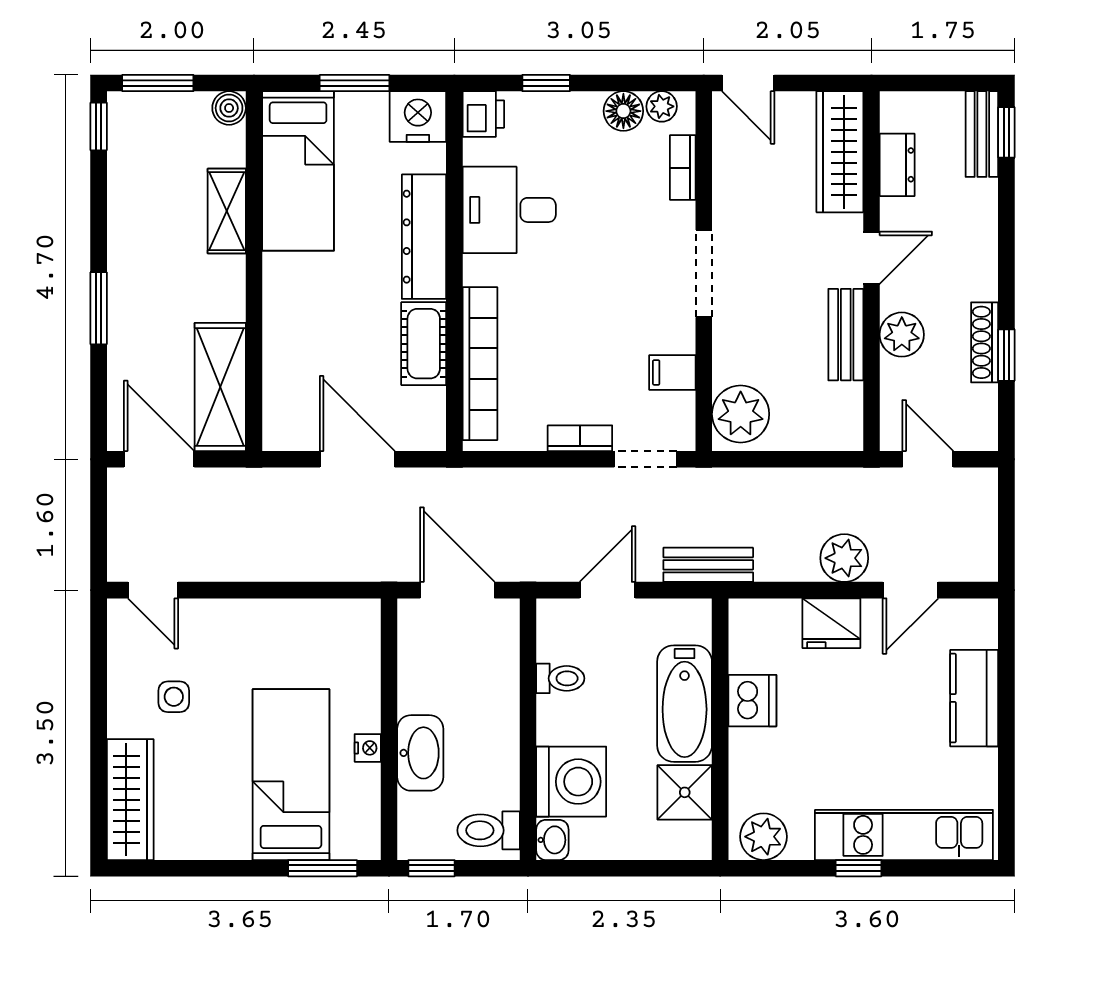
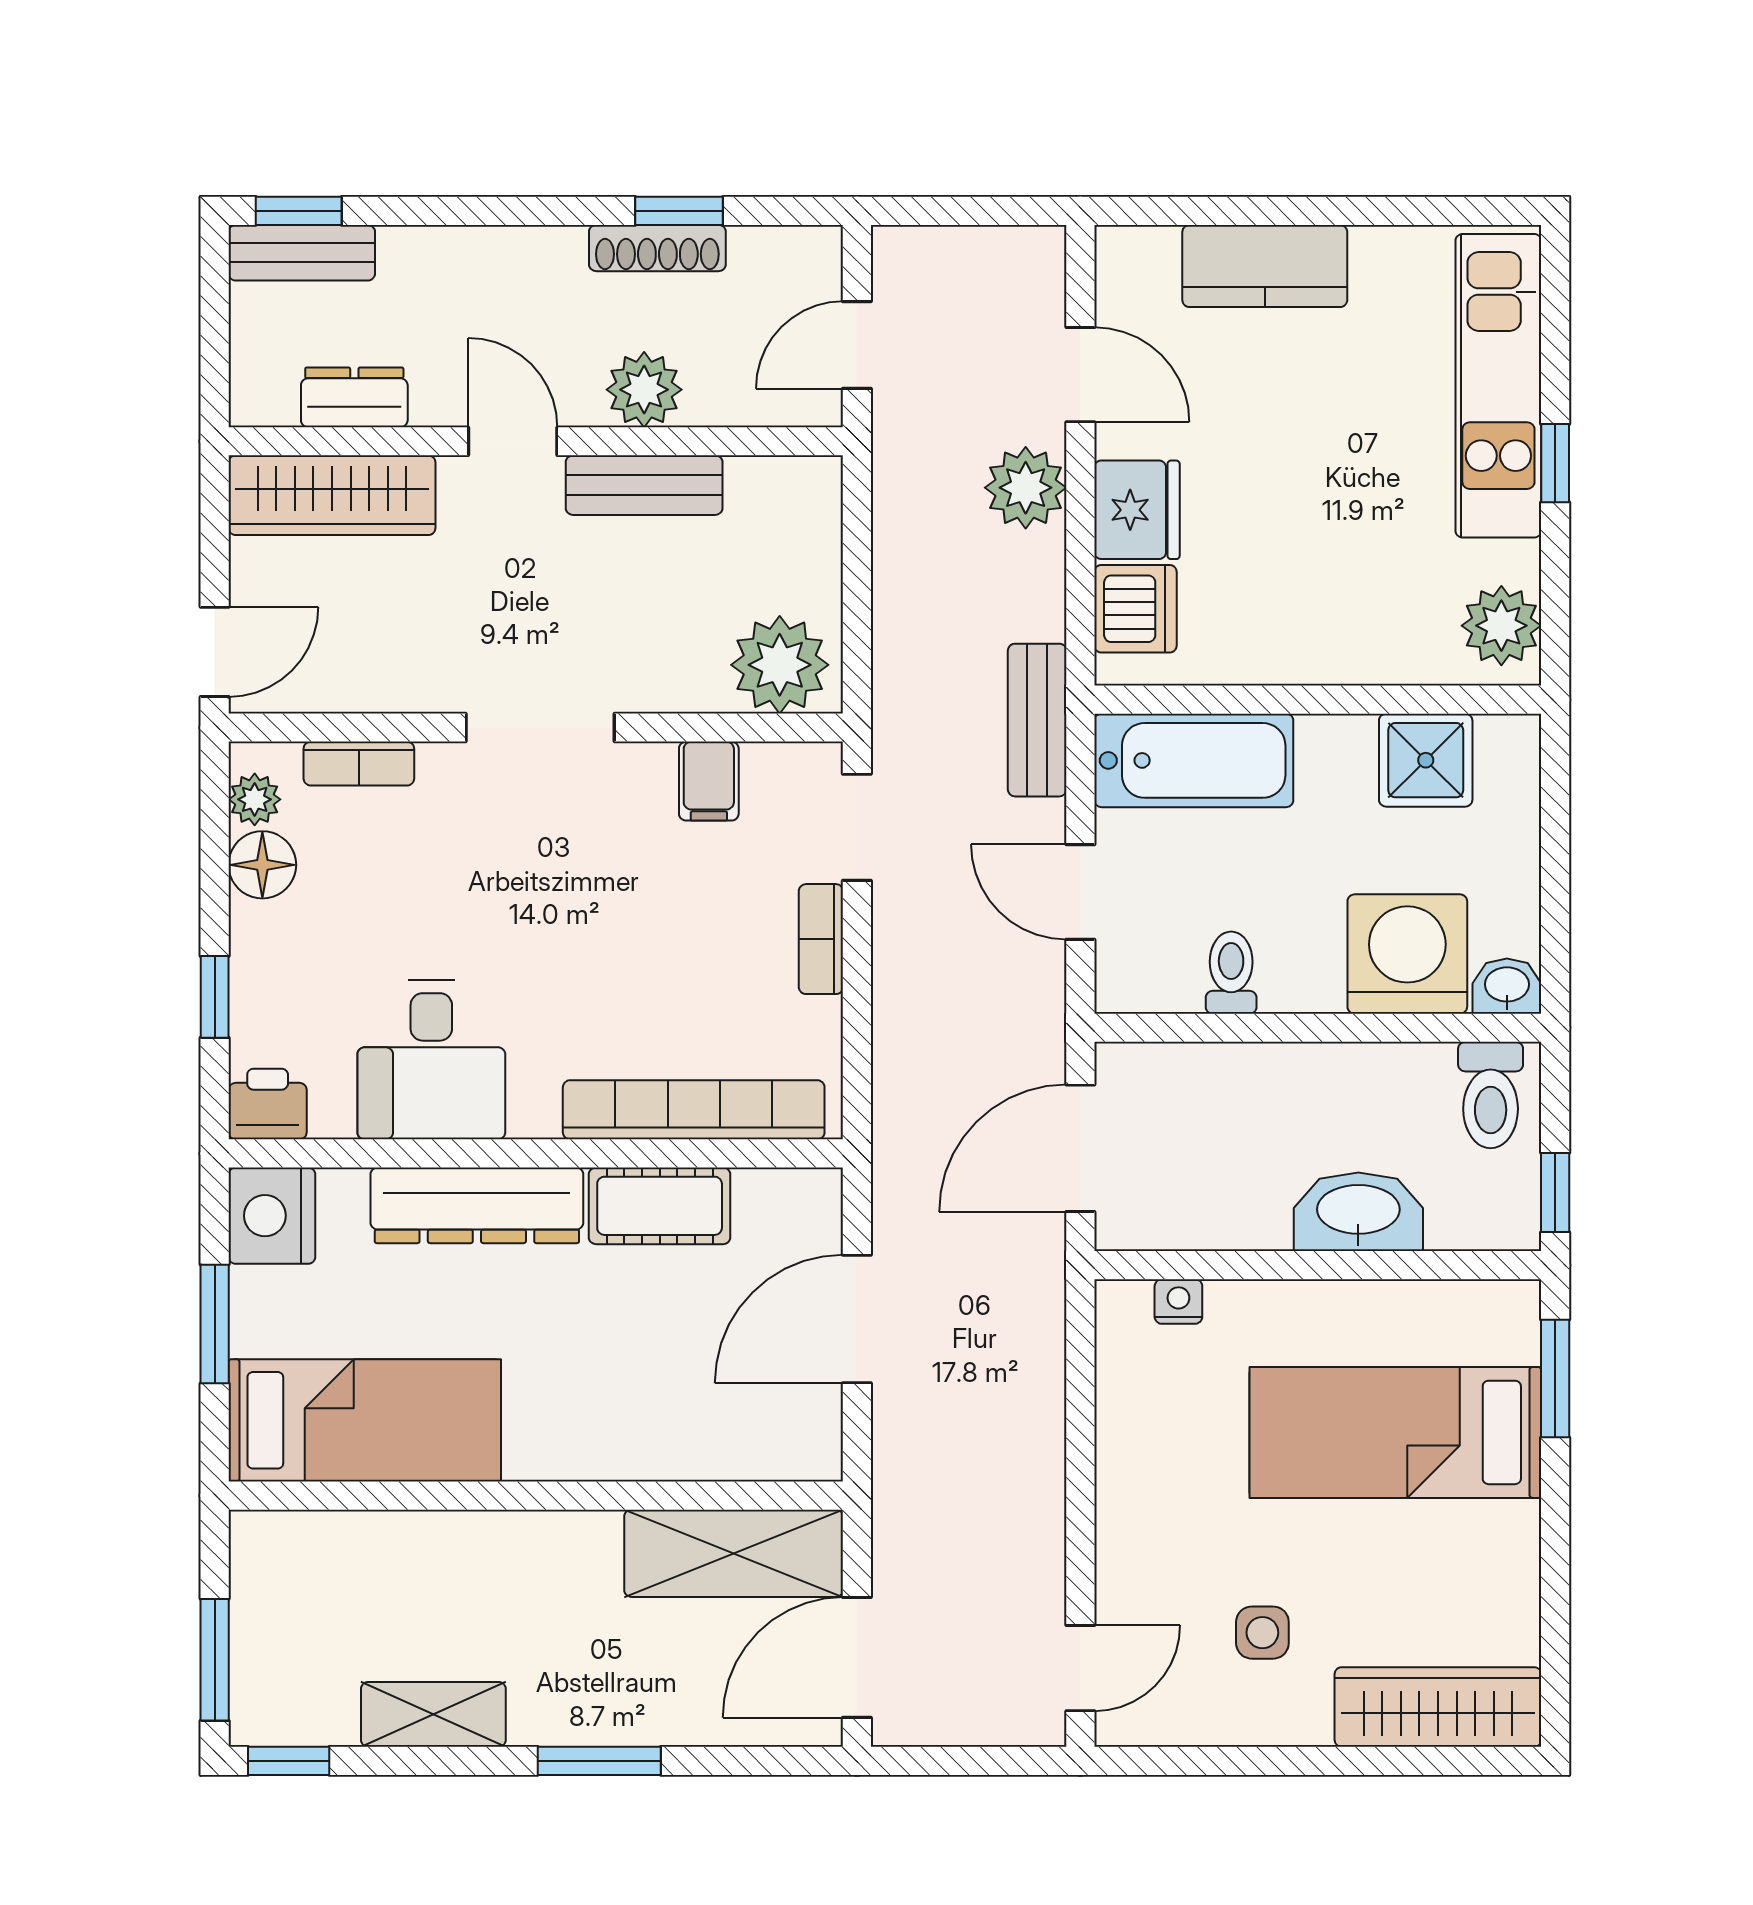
boiler: (229, 108) -> (257, 1538), removed
shelving: (227, 211) -> (433, 1714), moved
dishwasher: (752, 701) -> (1135, 609), moved, turned 90
bathtub: (685, 704) -> (1194, 760), moved
nightstand: (368, 748) -> (1178, 1301), moved

